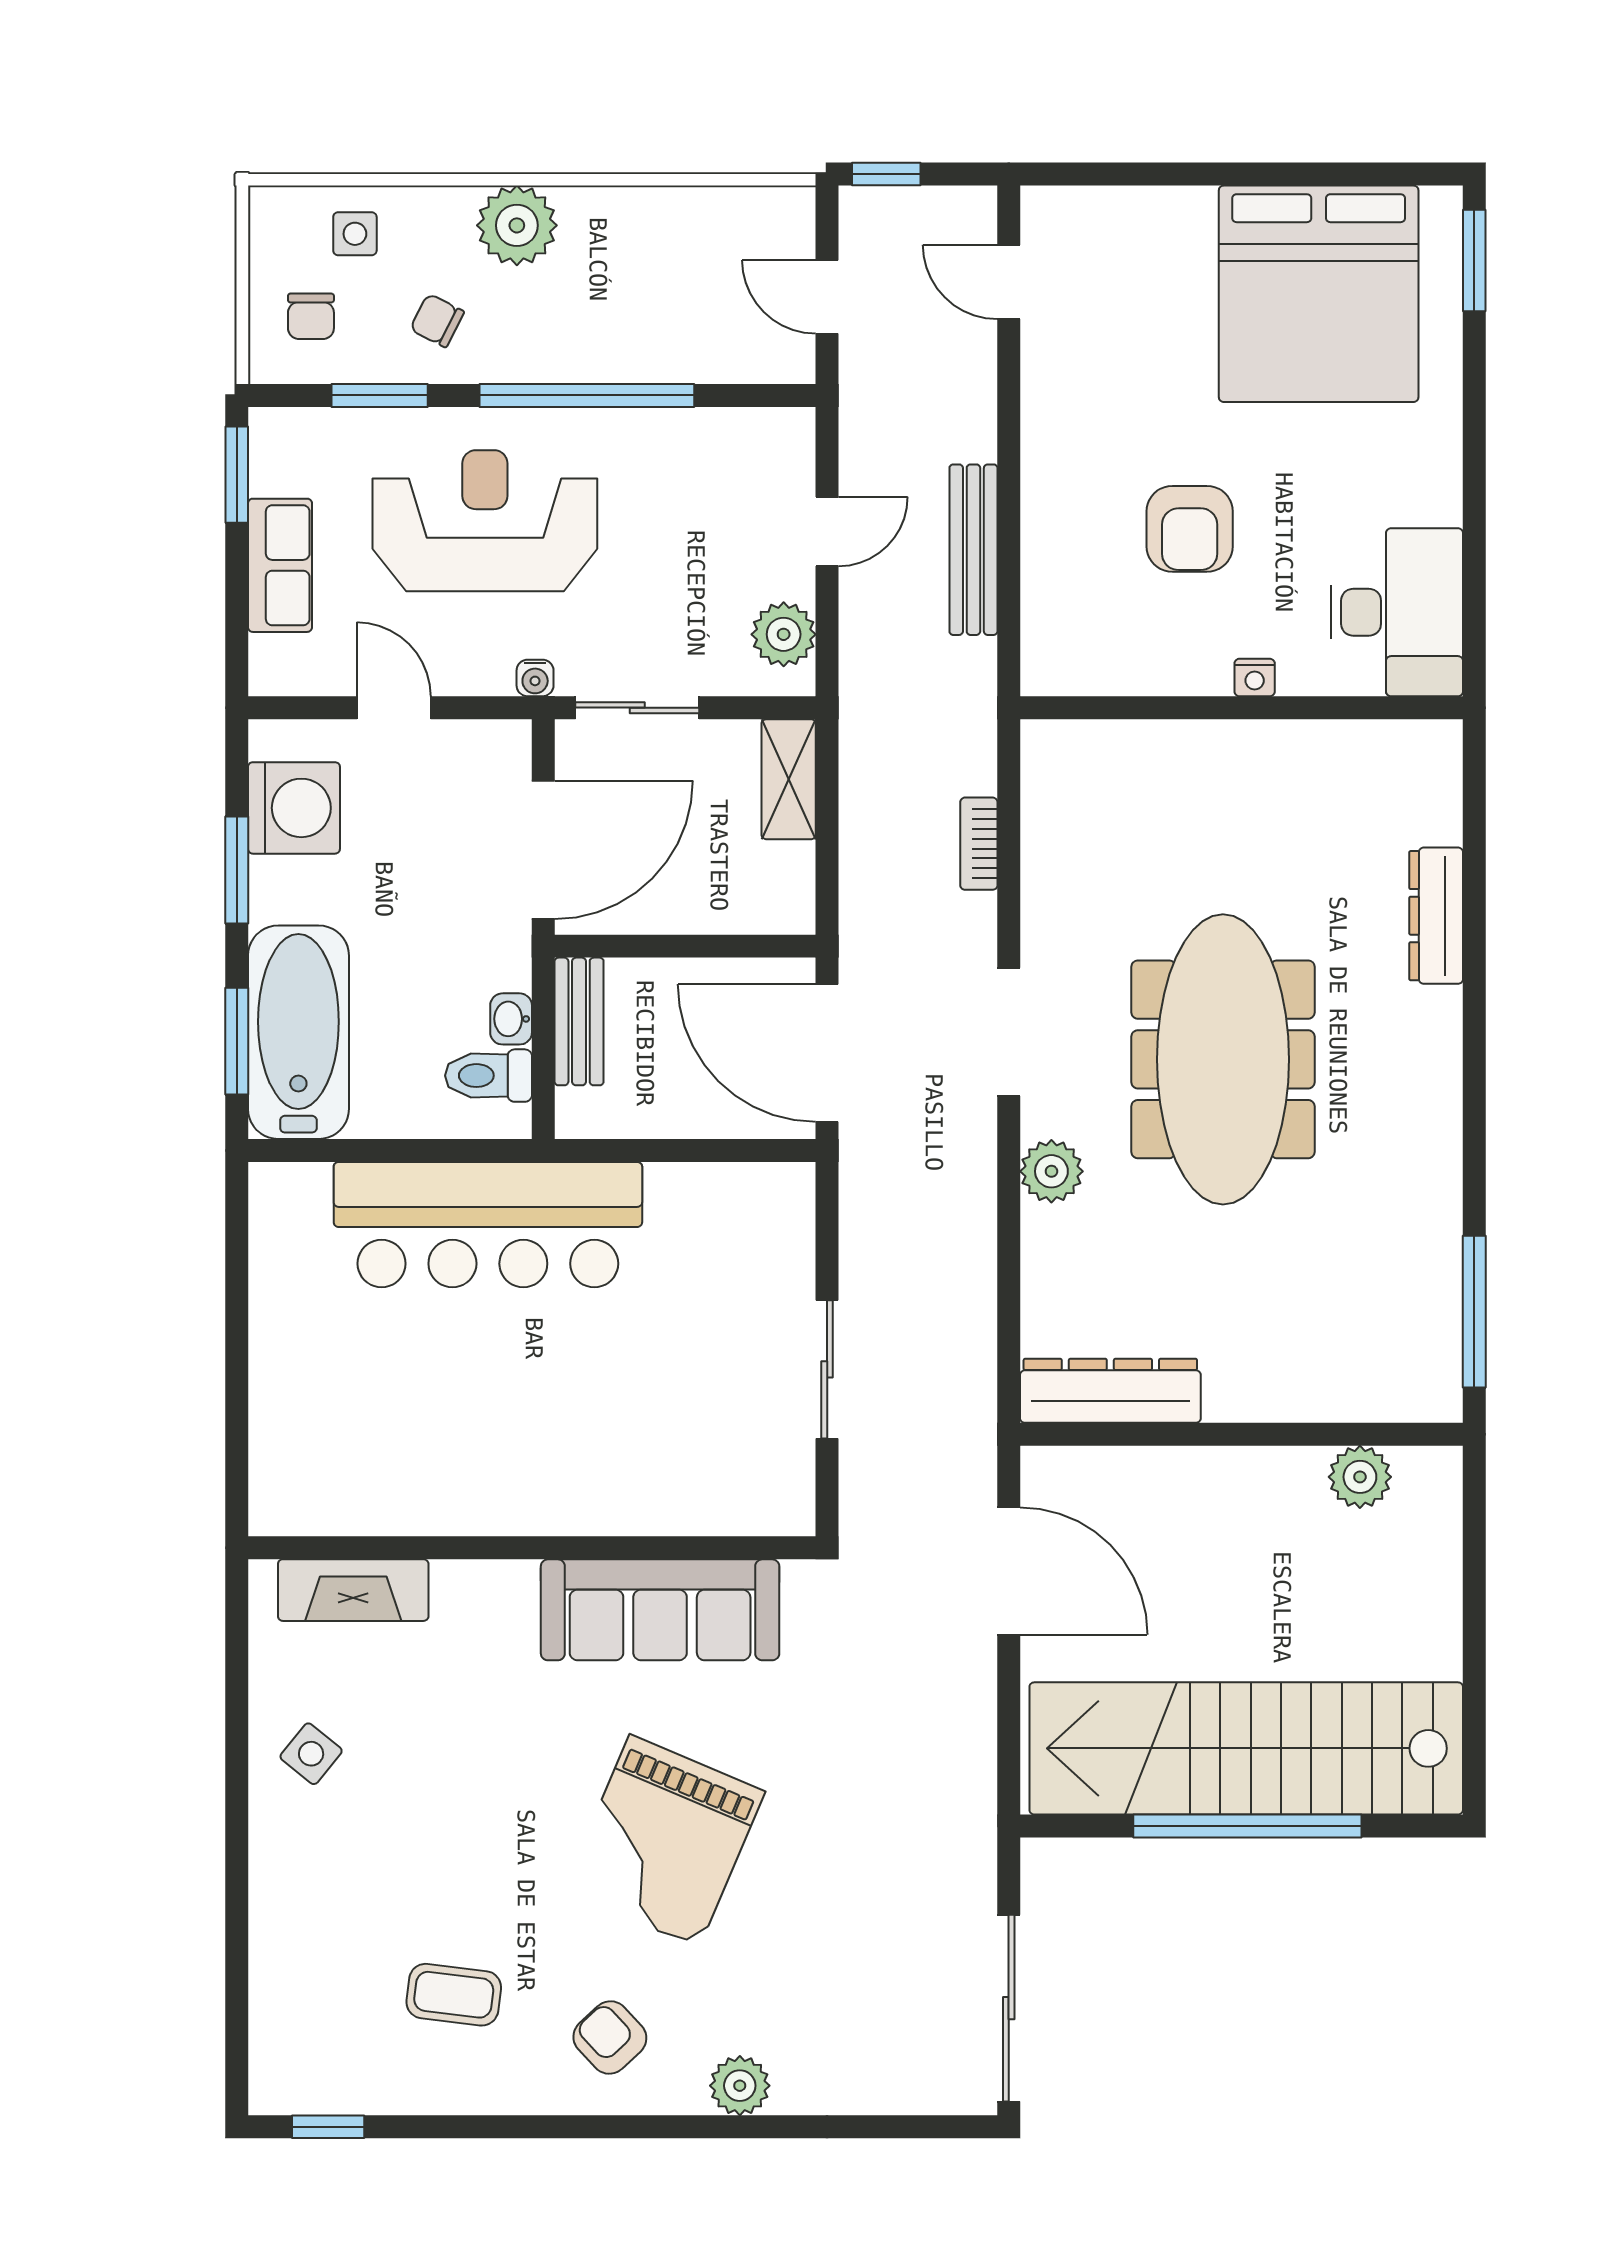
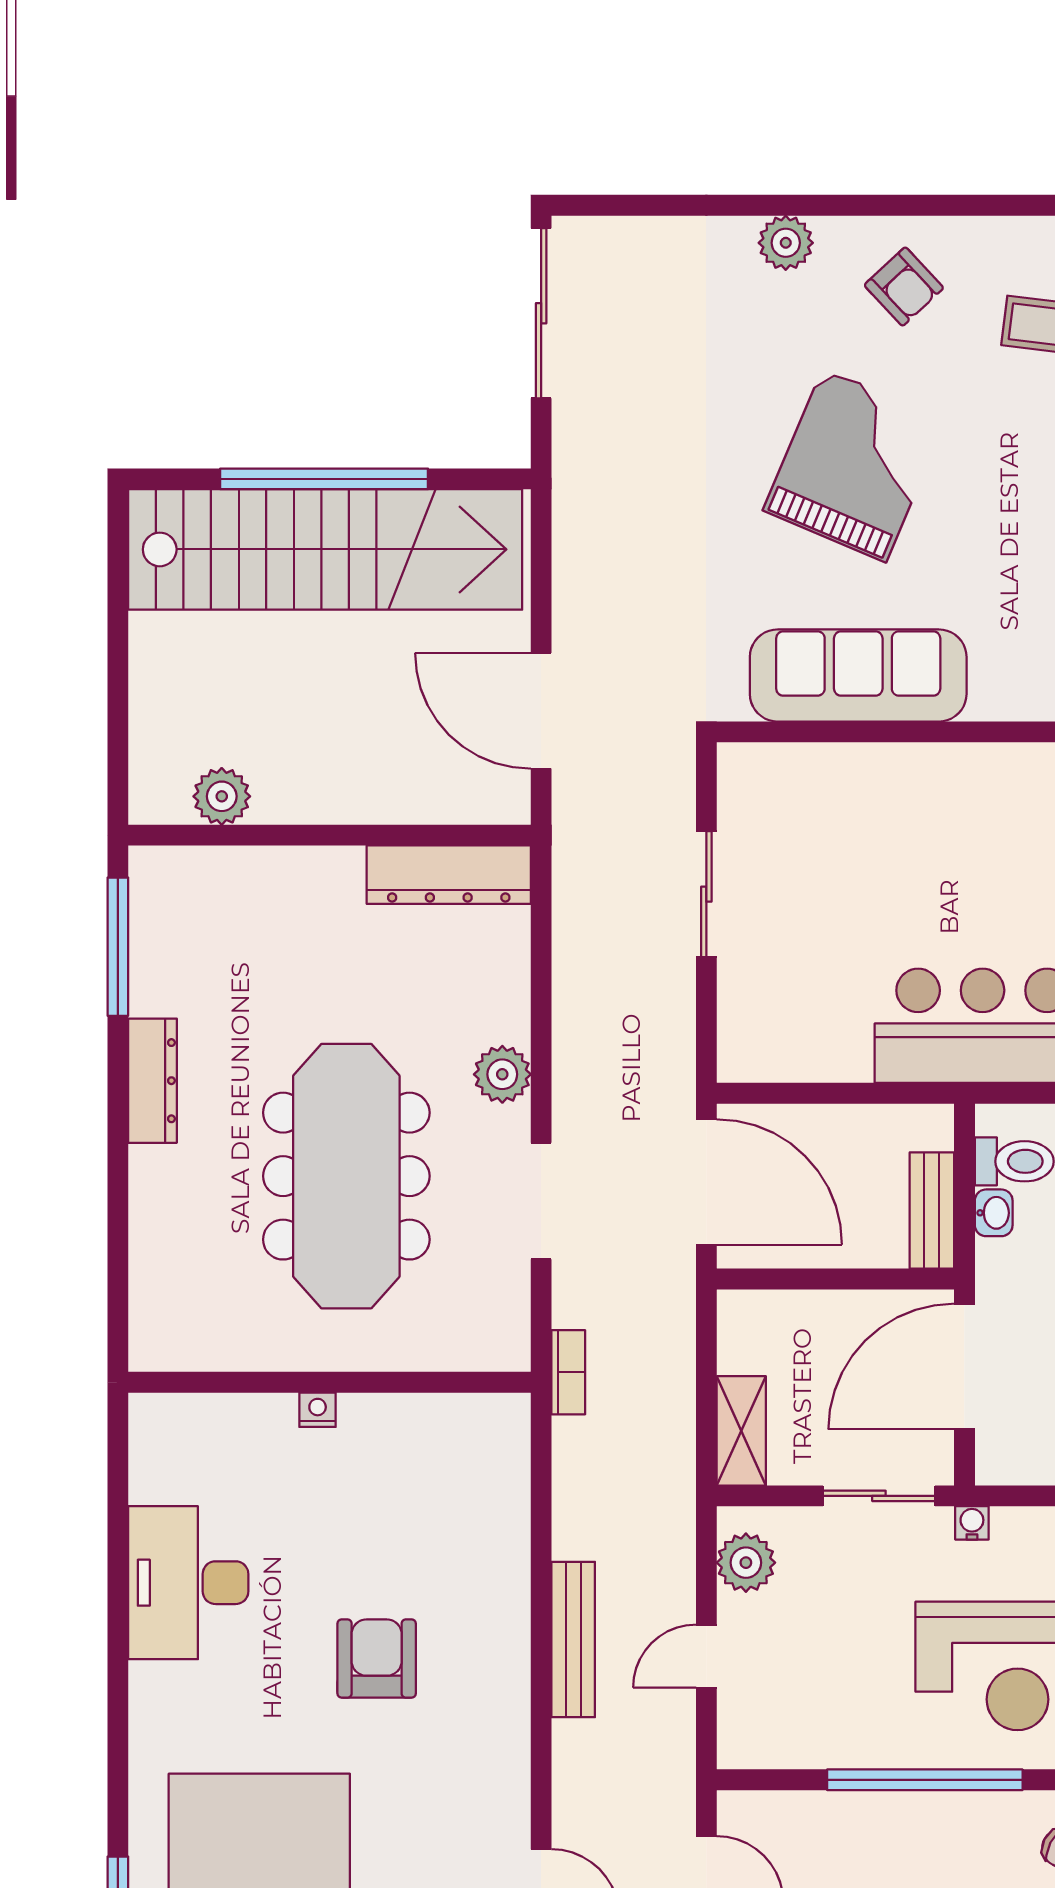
nightstand: (1255, 677) -> (318, 1410), moved
wall: (1241, 708) -> (329, 1382), moved
dresser: (1436, 916) -> (152, 1081), moved

